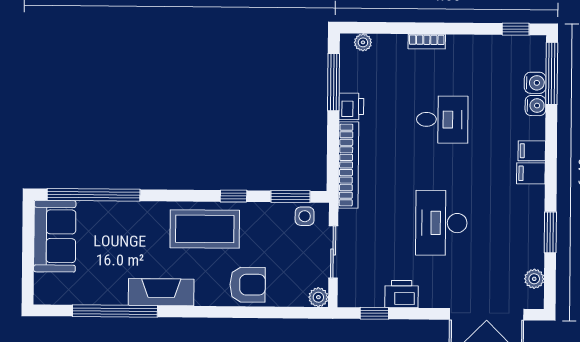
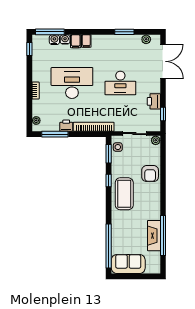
desk: (442, 120) -> (72, 83), width x1.87, depth x1.30
filing cabinet: (531, 173) -> (76, 41), moved
armchair: (248, 285) -> (150, 174), turned 180
fireplace: (161, 292) -> (154, 236), moved

